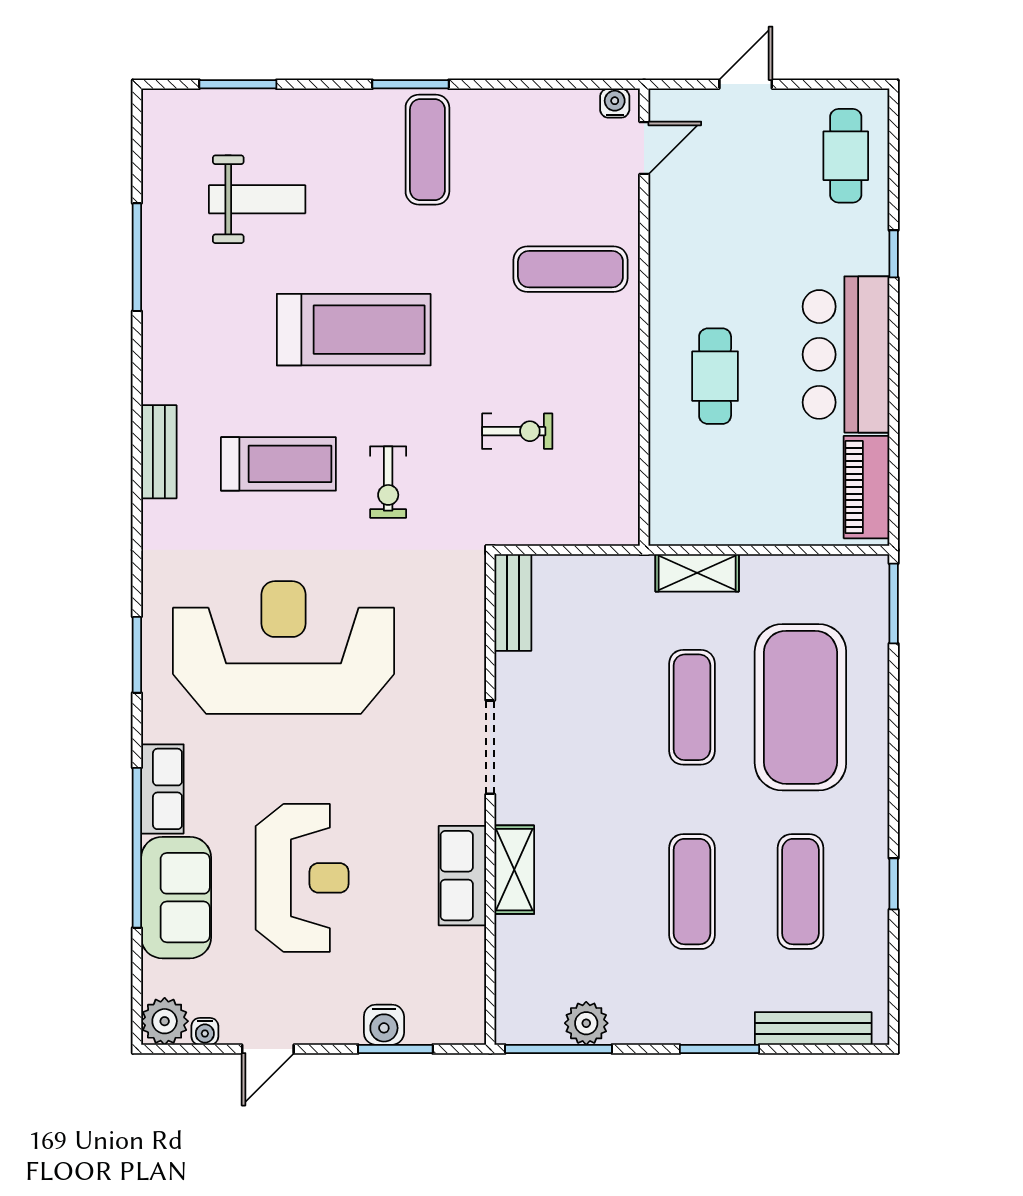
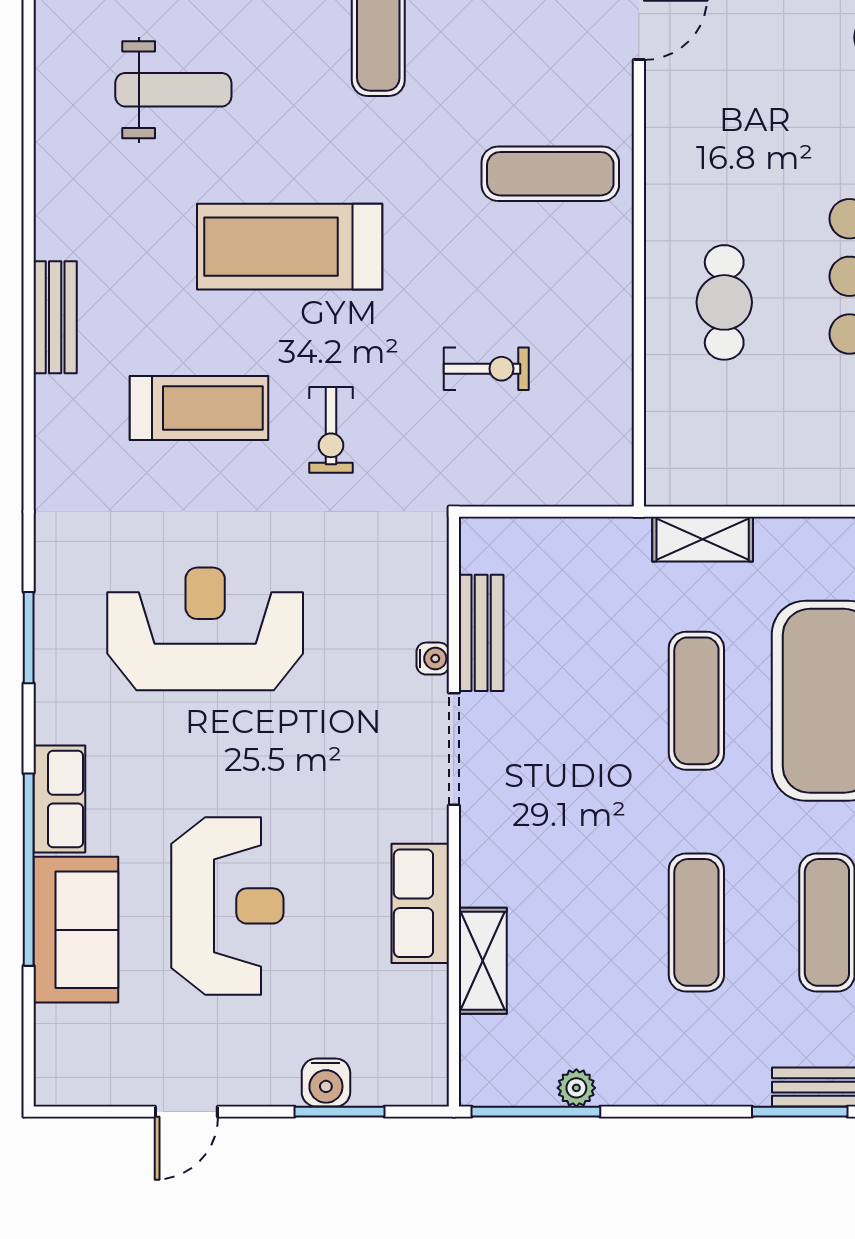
window: (137, 257) -> (29, 159), removed
treadmill: (354, 330) -> (290, 247), turned 180
bench: (159, 452) -> (55, 317), moved
bench: (513, 602) -> (481, 633), moved
reception desk: (283, 648) -> (205, 629), width x0.74, depth x0.77
shelving: (514, 870) -> (483, 961), moved
plant: (165, 1021) -> (62, 1078), removed
plant: (586, 1023) -> (576, 1088), width x0.73, depth x0.73
water cooler: (205, 1031) -> (433, 659), moved, turned -90
window: (719, 1049) -> (800, 1112), moved

